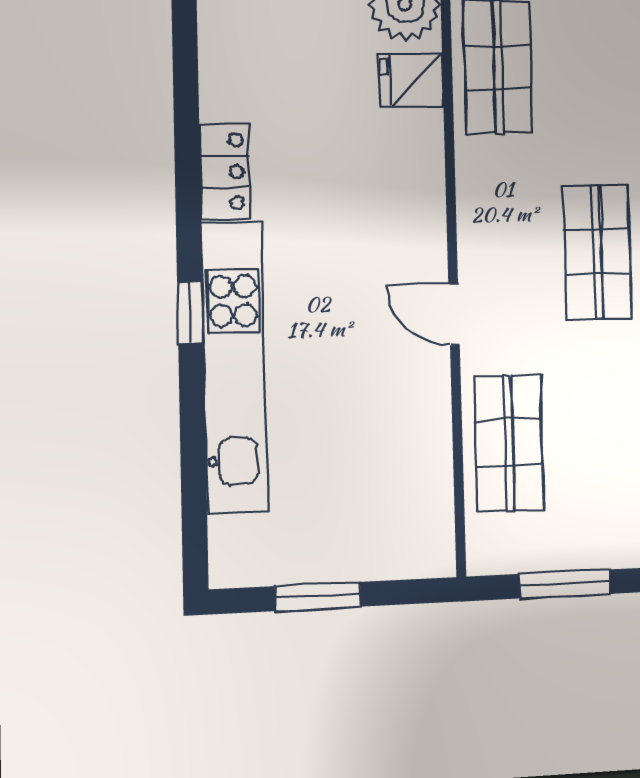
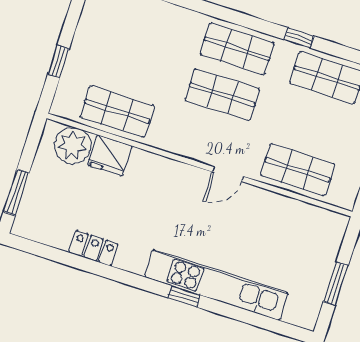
fridge: (411, 80) -> (110, 155), width x1.38
locker: (224, 172) -> (93, 248), moved

